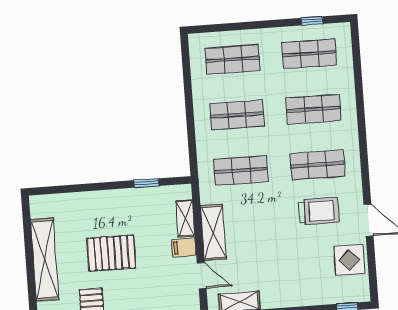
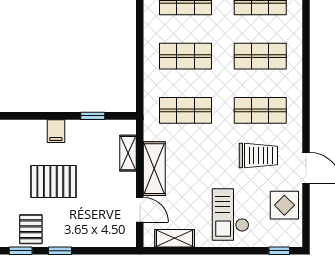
filing cabinet: (184, 247) -> (56, 131), moved, turned -90
checkout: (295, 274) -> (230, 215), added

